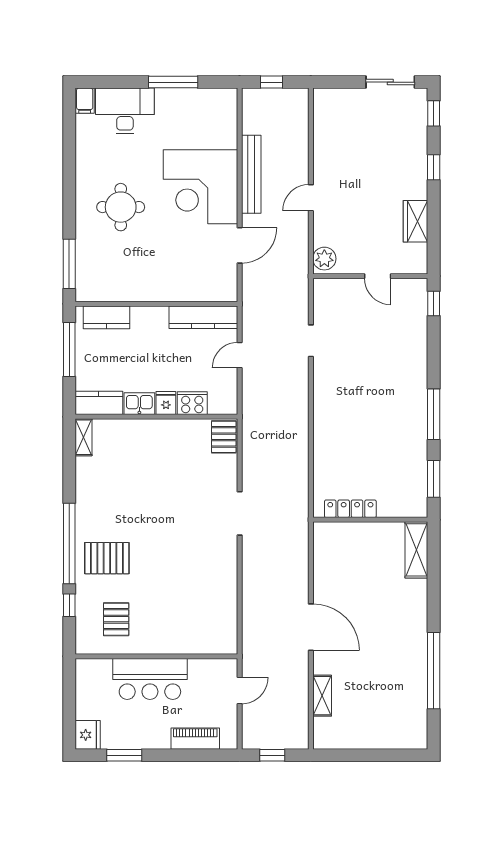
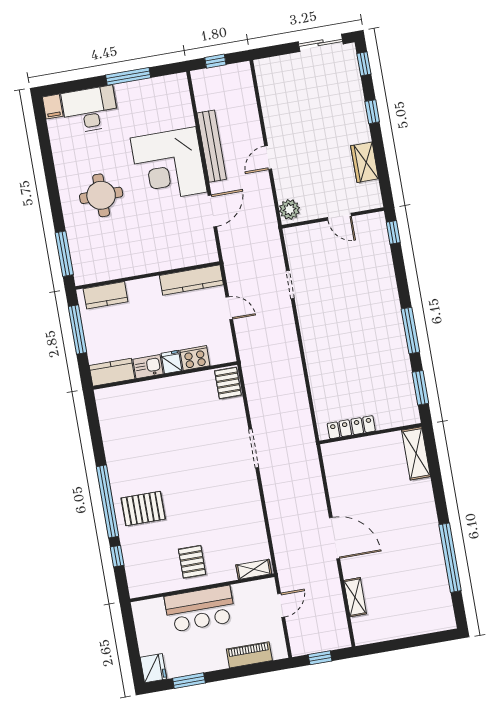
door: (240, 355) -> (229, 308), swing flipped
shelving: (84, 437) -> (254, 569), moved, turned 90
pallet: (116, 619) -> (192, 562), moved

